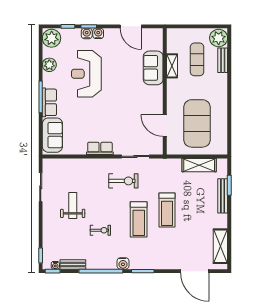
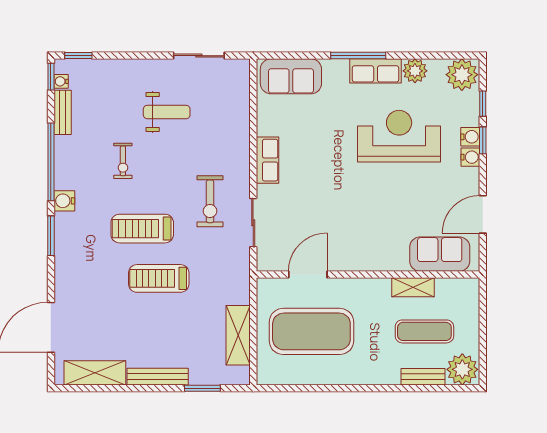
sofa: (153, 68) -> (440, 254), moved
row of seats: (49, 102) -> (376, 71), moved
bench: (223, 196) -> (158, 377), moved

